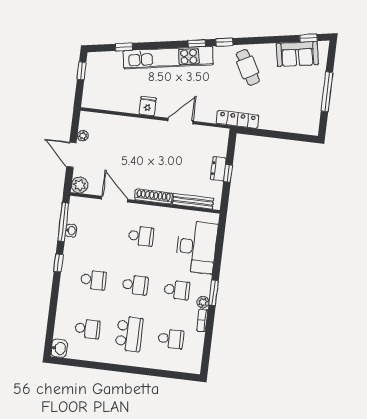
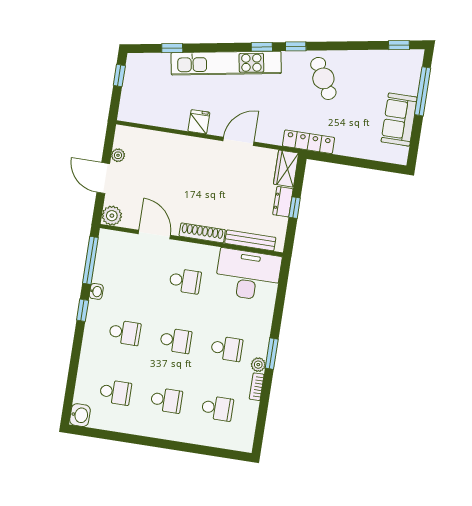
sofa: (297, 54) -> (399, 120), moved, turned 100
window: (327, 92) -> (423, 91), moved
wardrobe: (220, 142) -> (286, 169), added
washbasin: (71, 231) -> (96, 291), moved
desk: (196, 247) -> (248, 275), moved, turned -90
school desk: (129, 334) -> (166, 400), width x0.54

